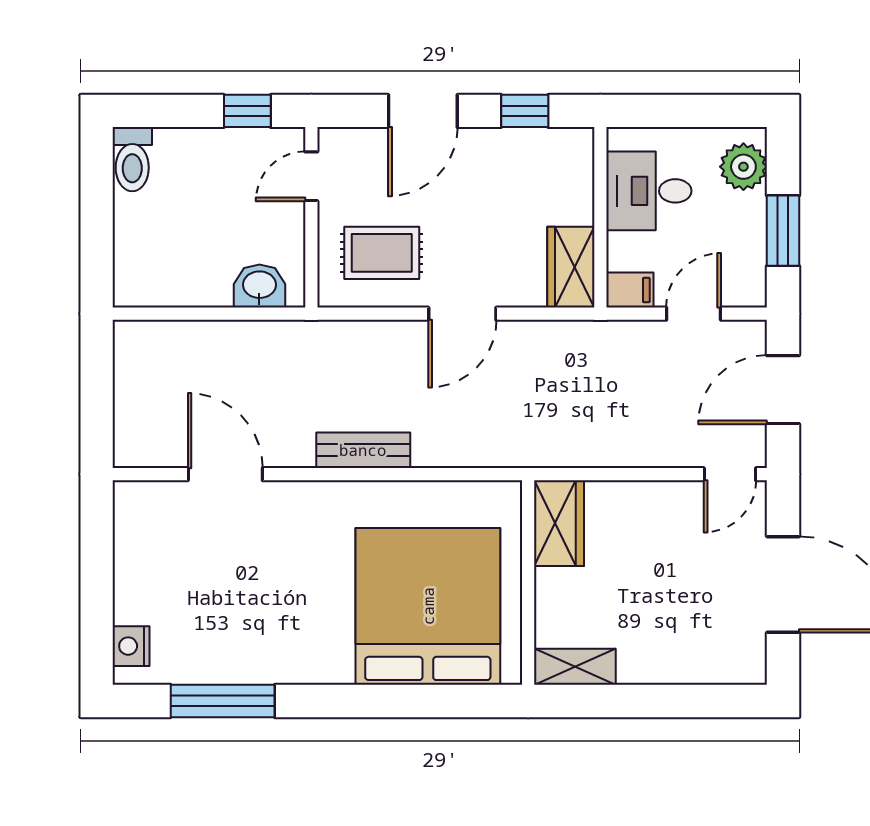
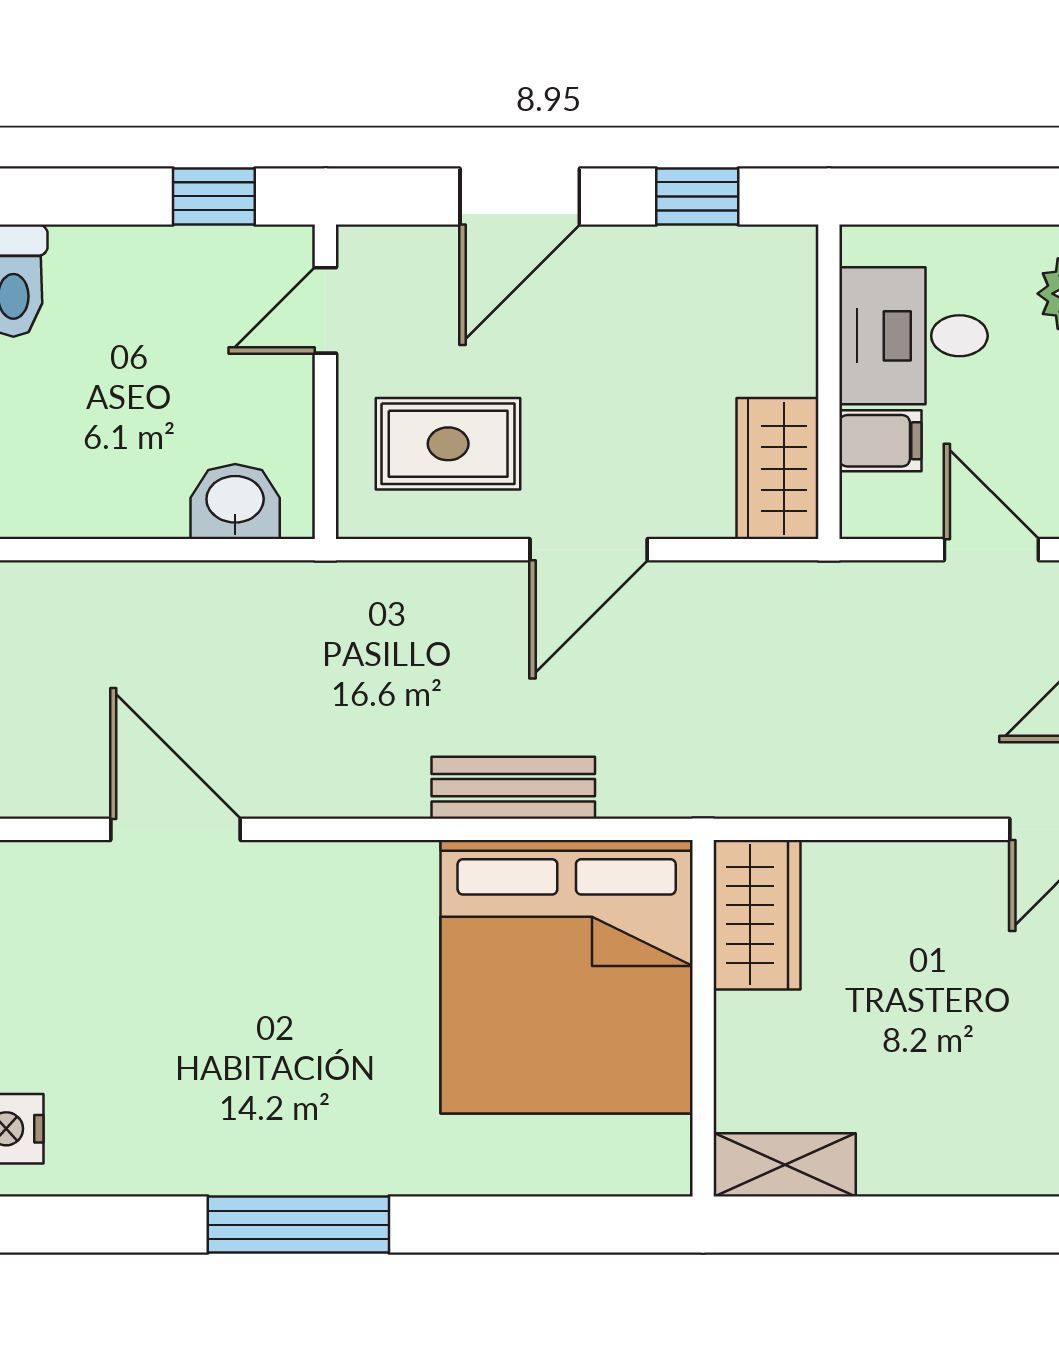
filing cabinet: (630, 290) -> (880, 441), moved
door: (694, 314) -> (991, 550), hinge flipped
bench: (363, 450) -> (513, 788), moved
bed: (428, 606) -> (567, 977), moved, turned 180
window: (223, 701) -> (298, 1225), moved

